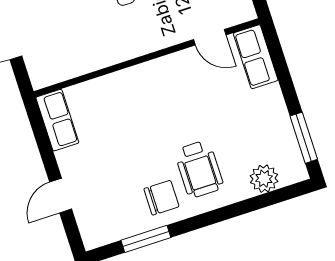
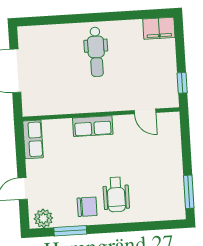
row of seats: (256, 57) -> (93, 126), moved, turned -90
plant: (264, 179) -> (43, 218), moved

